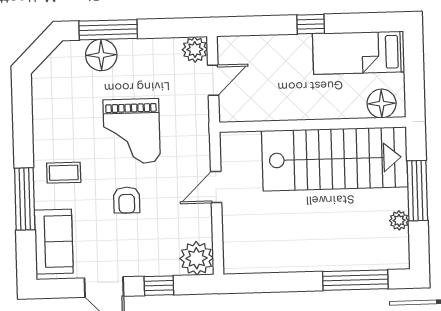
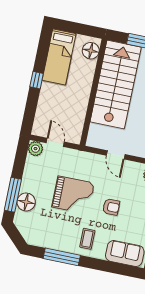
window: (25, 199) -> (62, 257), moved

